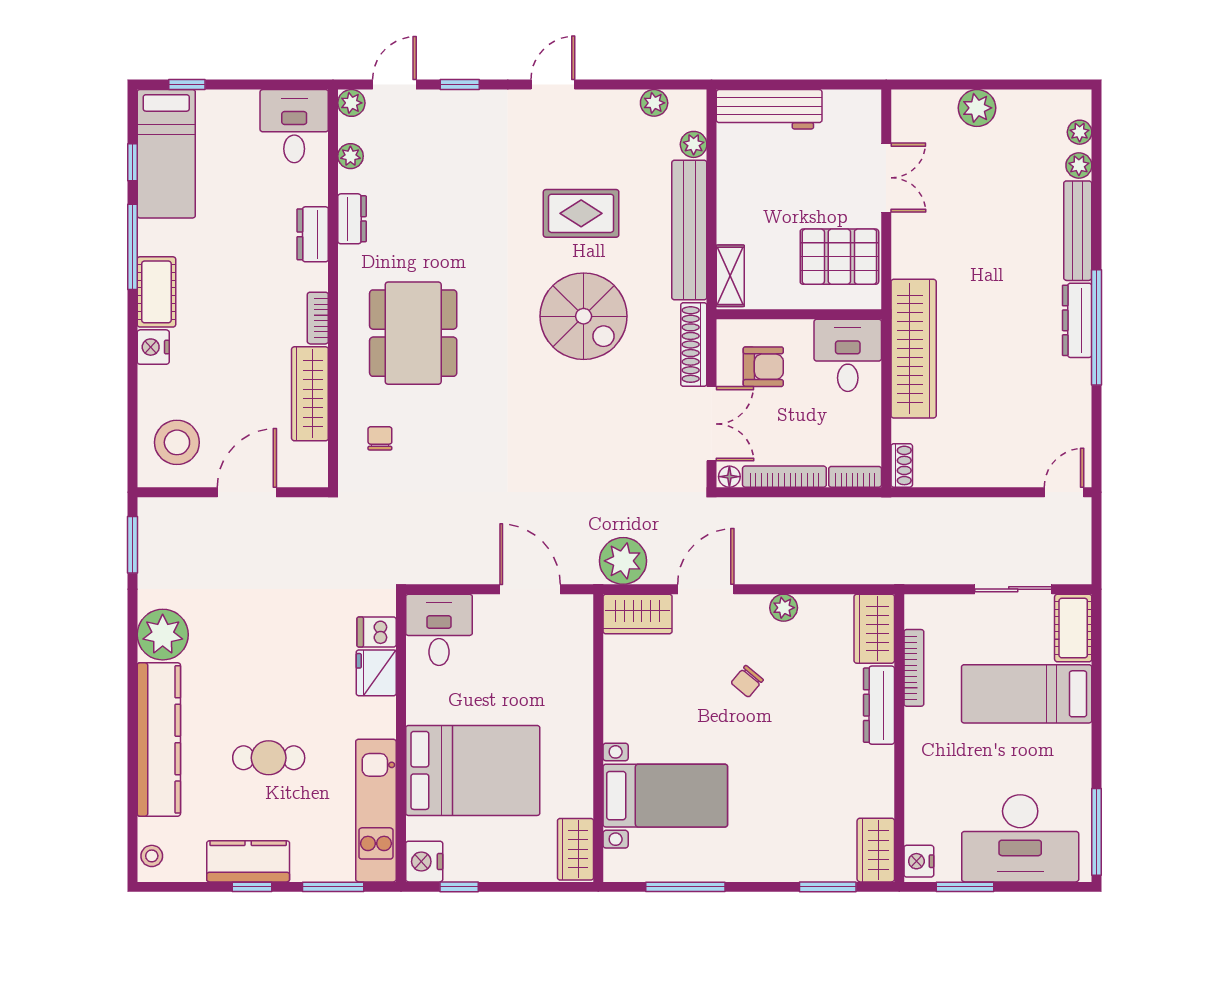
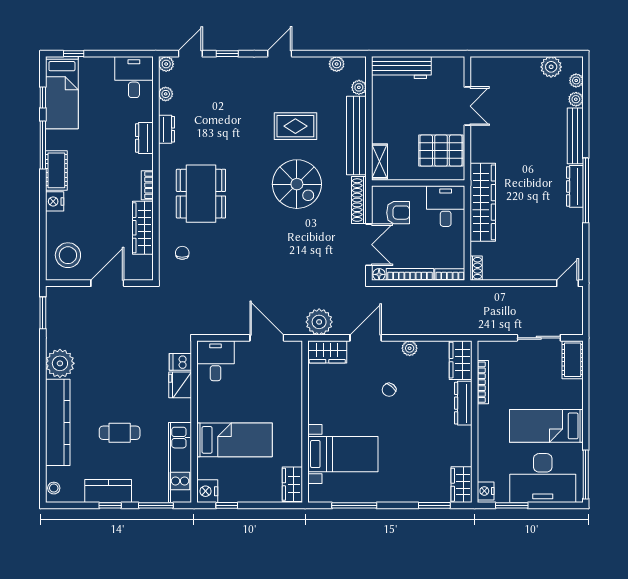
plant: (977, 108) -> (551, 67), moved
bed: (1027, 694) -> (546, 426), moved
bed: (473, 770) -> (235, 440), width x0.67

